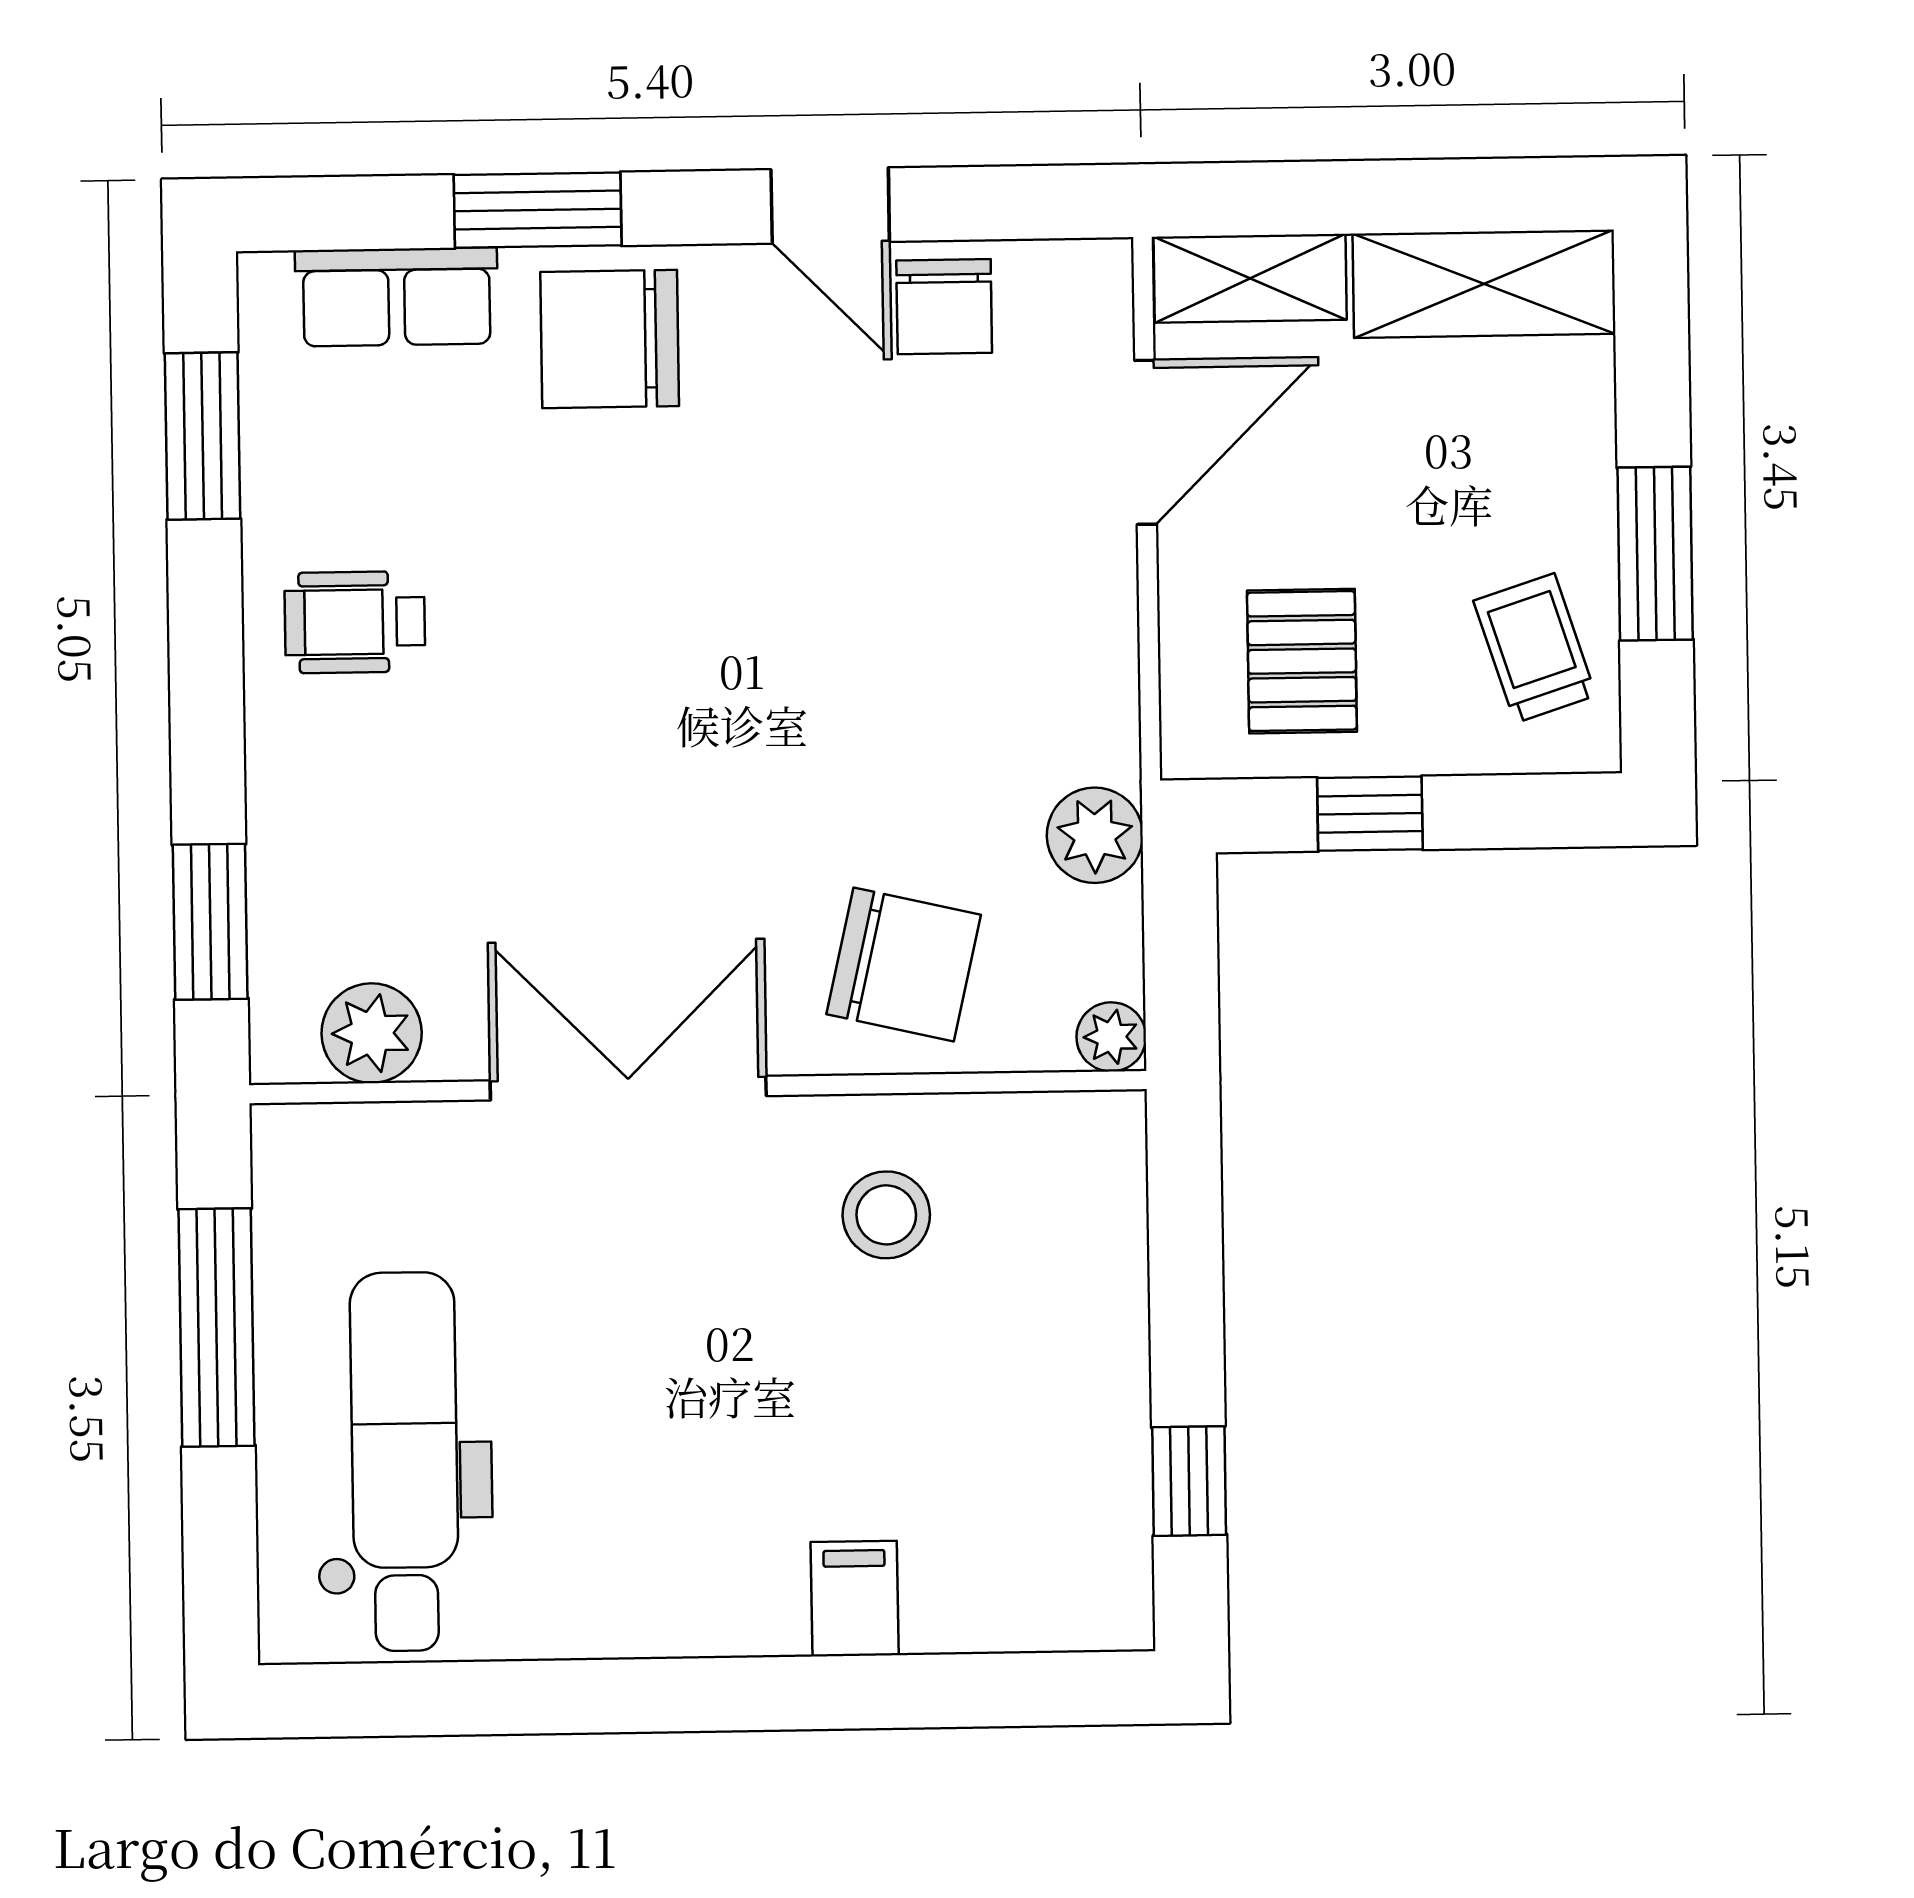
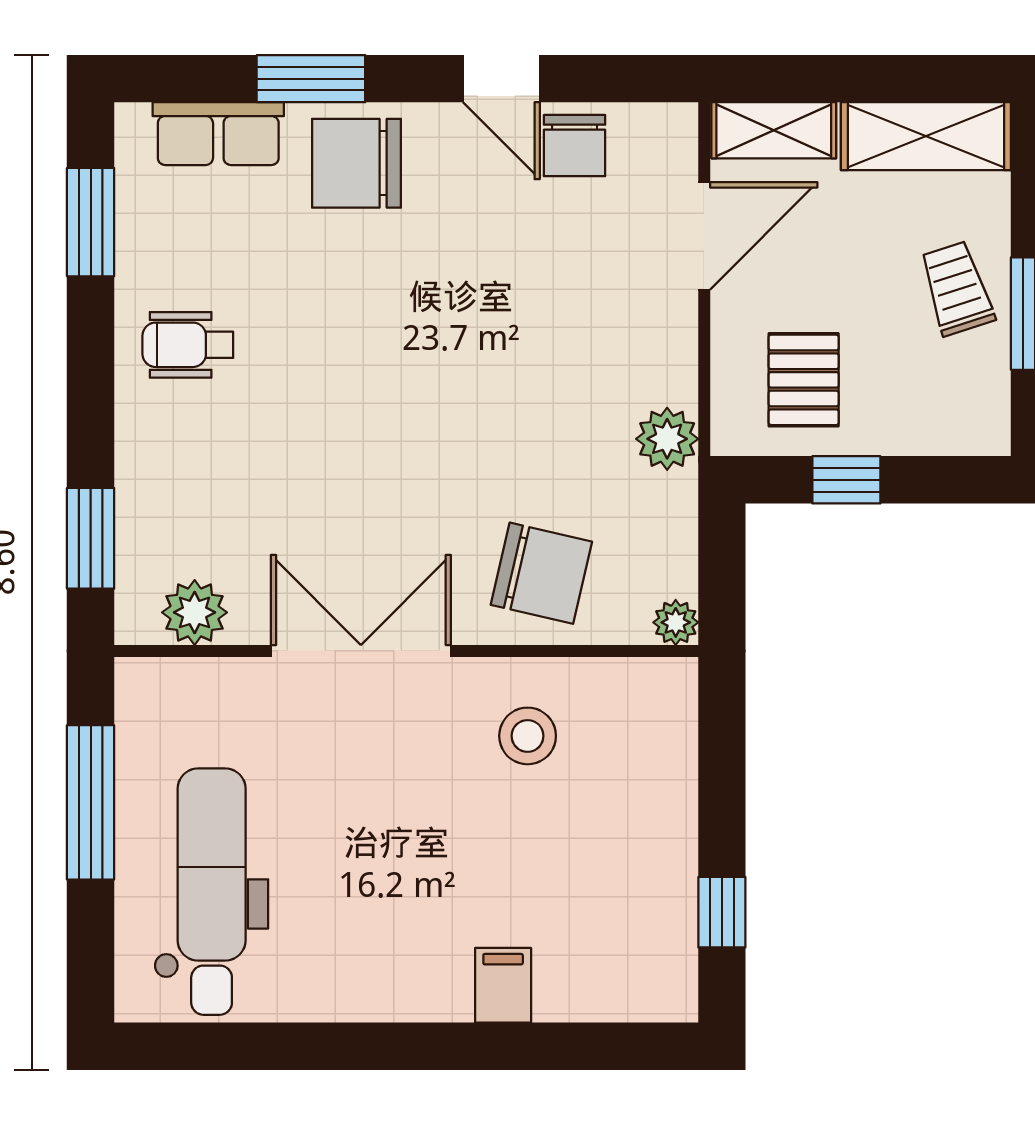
trolley: (1535, 648) -> (957, 288), moved
plant: (1095, 835) -> (667, 439), moved

